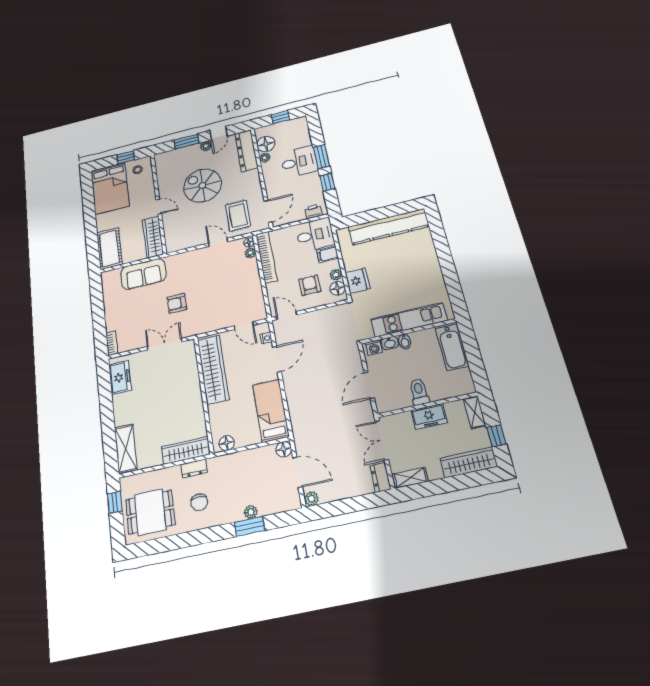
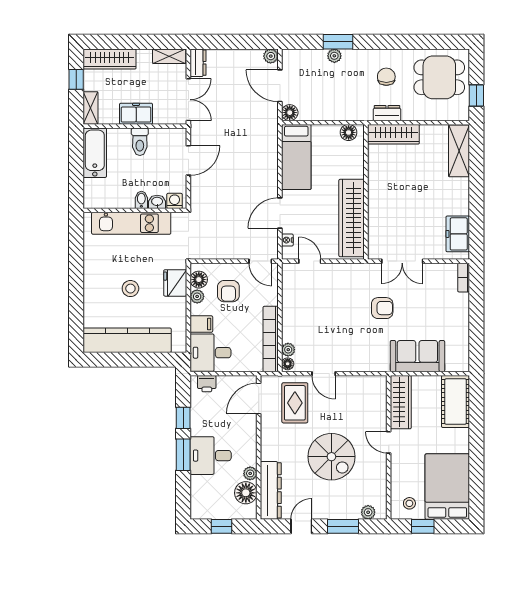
plant: (206, 146) -> (368, 512), moved
stool: (396, 267) -> (130, 289), added
bathtub: (452, 347) -> (95, 153), moved

